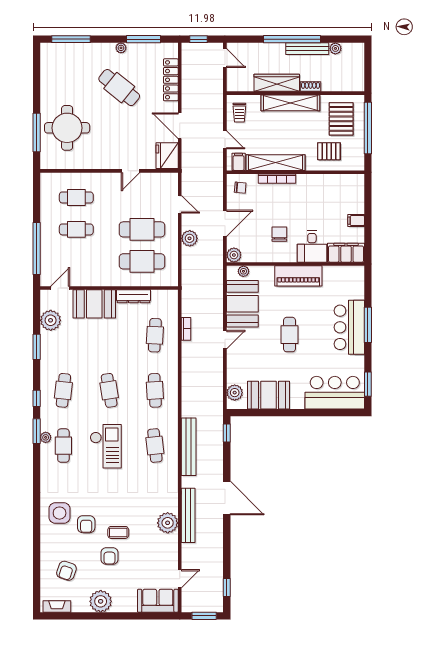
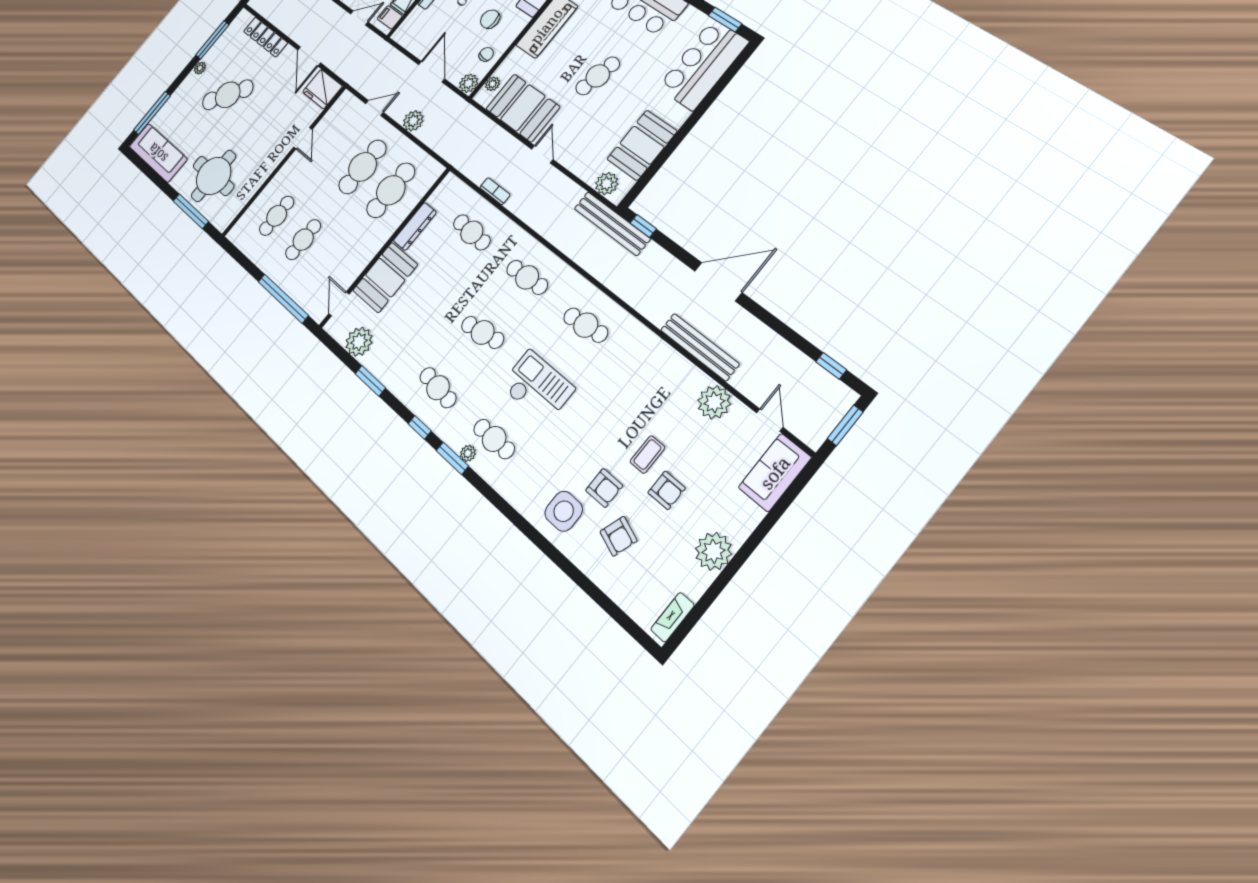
sofa: (52, 70) -> (158, 153), added
door: (180, 126) -> (309, 56), hinge flipped
chair: (240, 188) -> (486, 54), moved
cafe table: (290, 335) -> (598, 76), turned -76
bench: (189, 447) -> (612, 223), moved
plant: (168, 523) -> (714, 402), moved
armchair: (66, 571) -> (619, 536), moved

